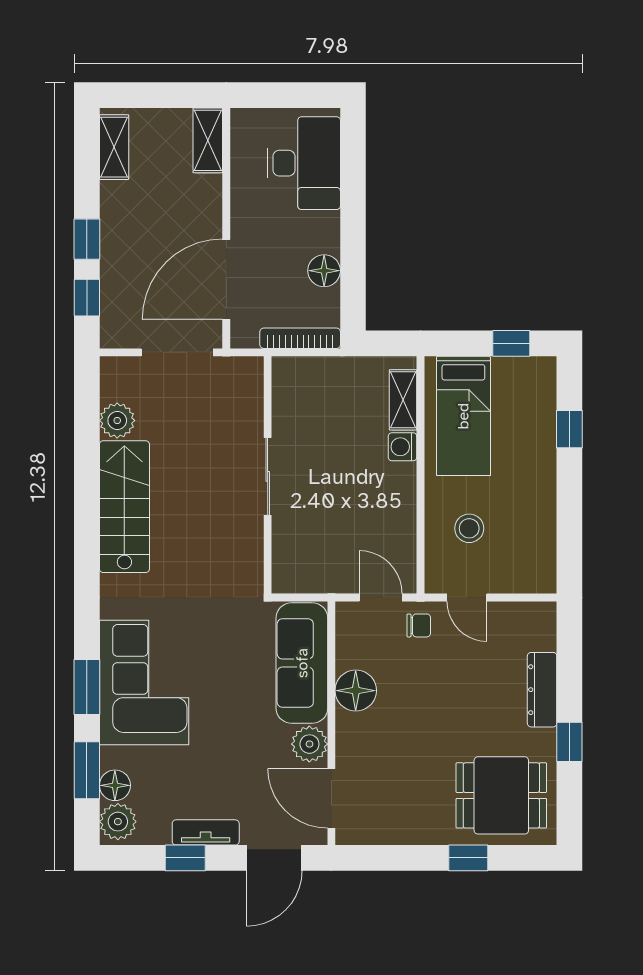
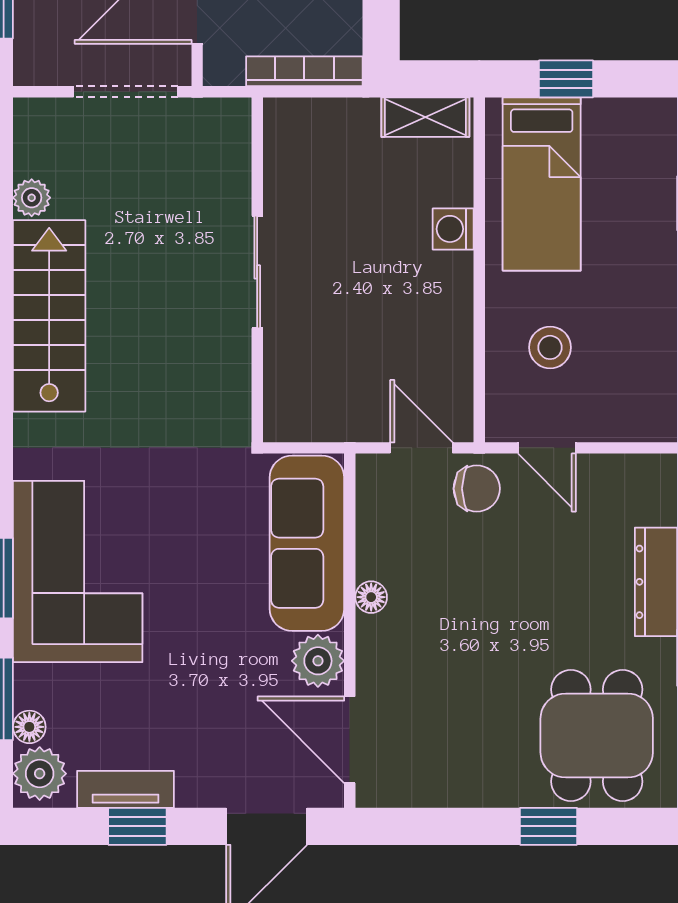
window: (511, 343) -> (566, 79), moved
shelving: (403, 400) -> (425, 117), moved, turned 90
plant: (117, 420) -> (32, 198), width x0.73, depth x0.73
chair: (419, 625) -> (477, 489), width x1.37, depth x1.37
floor lamp: (356, 691) -> (371, 597), width x0.53, depth x0.53
floor lamp: (115, 785) -> (29, 727), width x0.73, depth x0.73
dining table: (501, 795) -> (597, 736), turned 90
tv unit: (206, 832) -> (126, 789), moved

